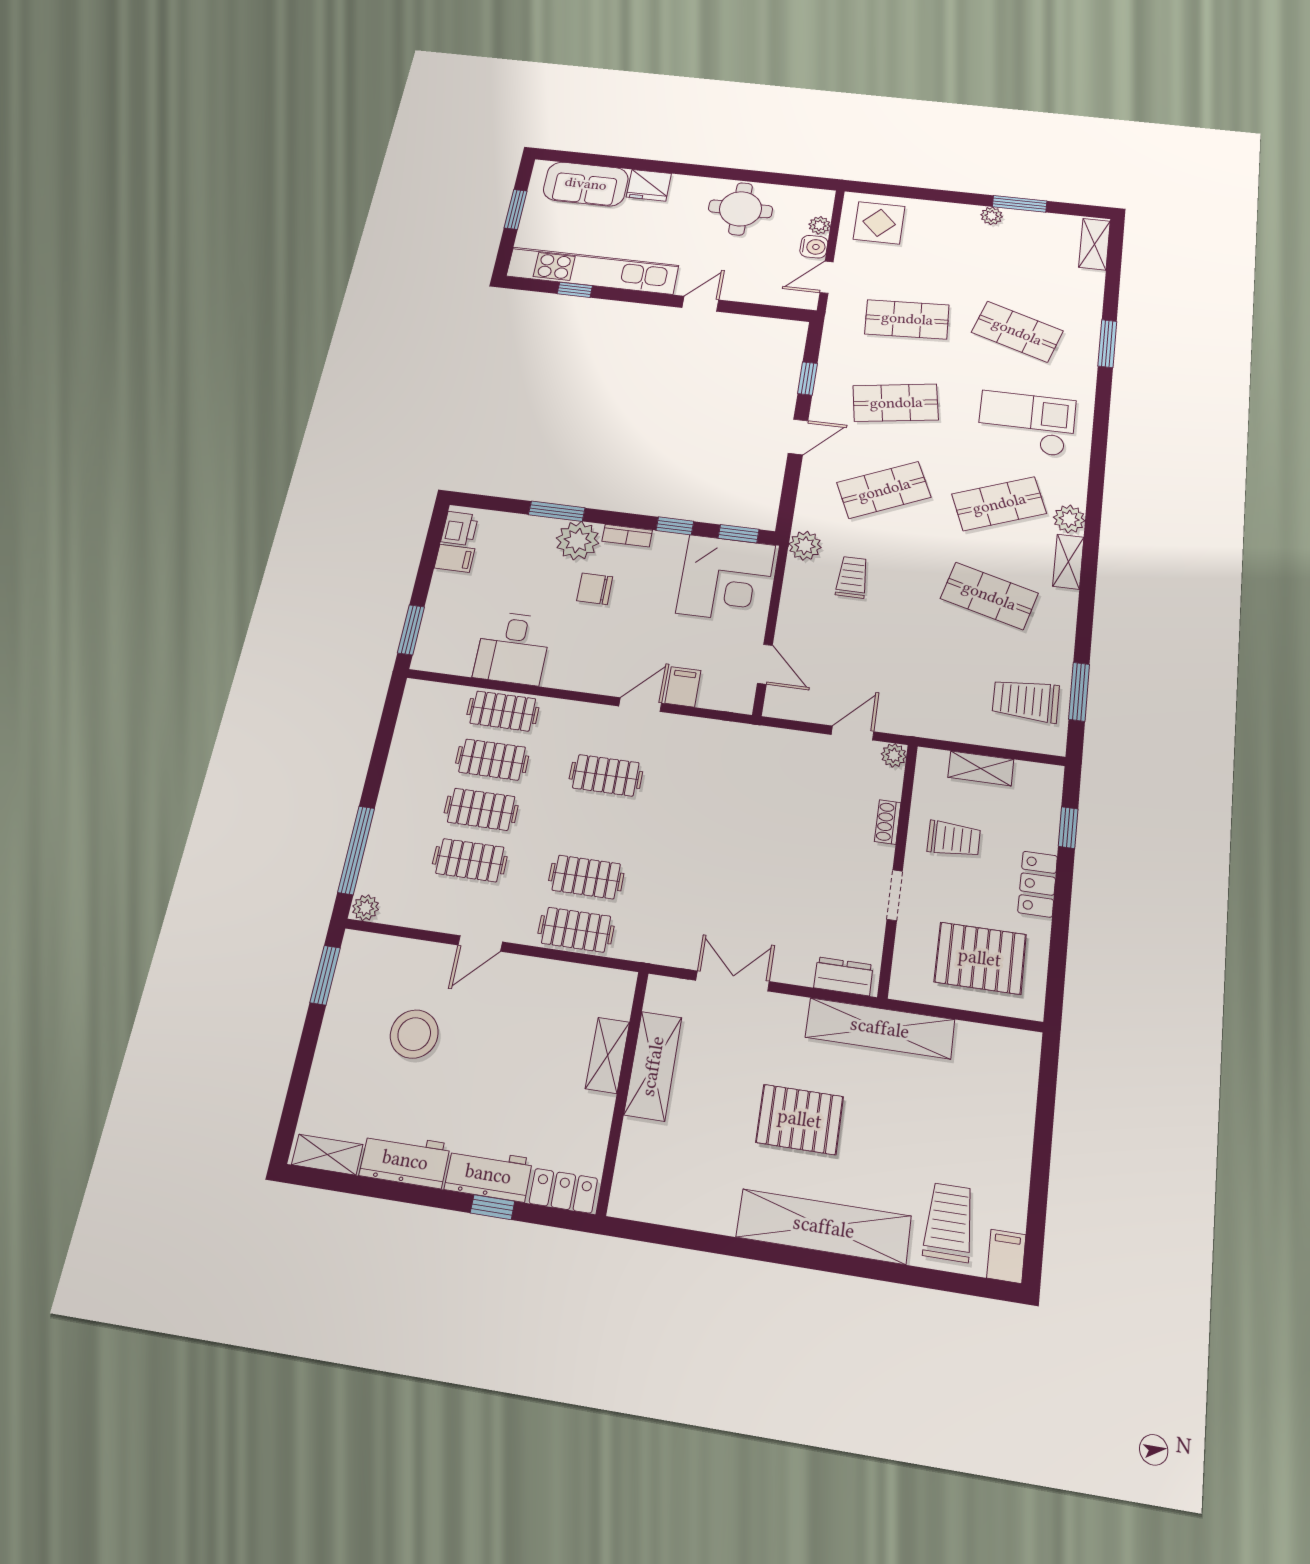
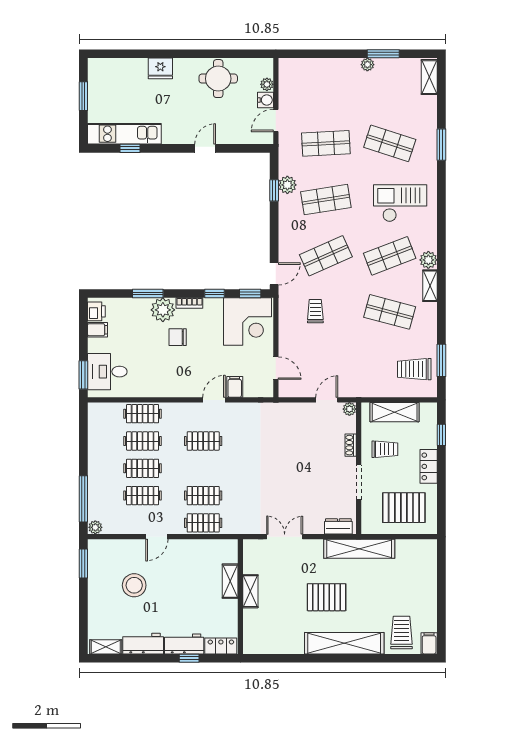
sofa: (586, 184) -> (122, 72), removed
display table: (879, 223) -> (302, 78), removed
kitchen unit: (592, 271) -> (124, 134), width x0.73
door: (798, 437) -> (274, 274), moved
plant: (805, 546) -> (287, 185), moved
desk: (513, 648) -> (107, 372), moved, turned 90
shelving: (981, 768) -> (395, 412), width x1.50, depth x1.33
doorway: (895, 895) -> (359, 482), width x1.38
shelving: (653, 1066) -> (250, 591), width x0.67, depth x0.75

